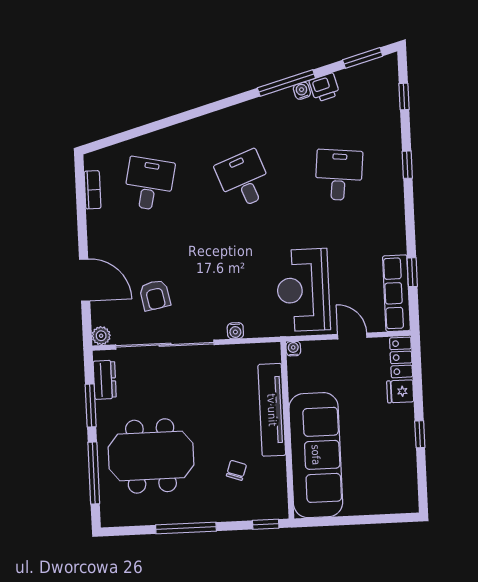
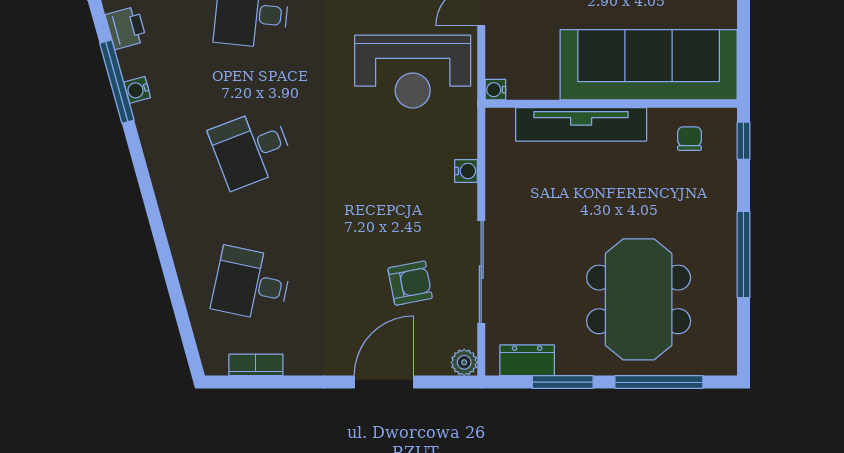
water cooler: (302, 91) -> (137, 90), moved
sliding door: (165, 345) -> (481, 272), width x0.73
chair: (236, 470) -> (690, 139), moved, turned 71

